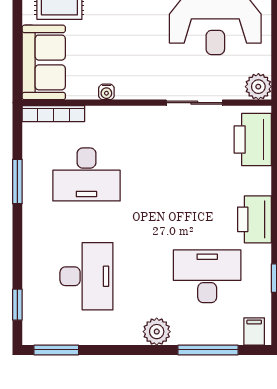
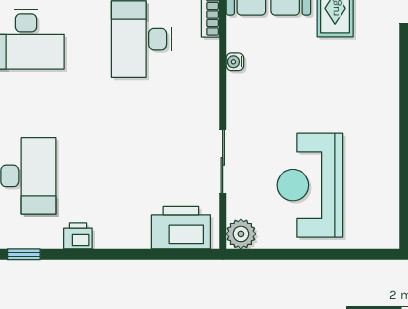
printer: (255, 219) -> (78, 236), width x0.53, depth x0.68

